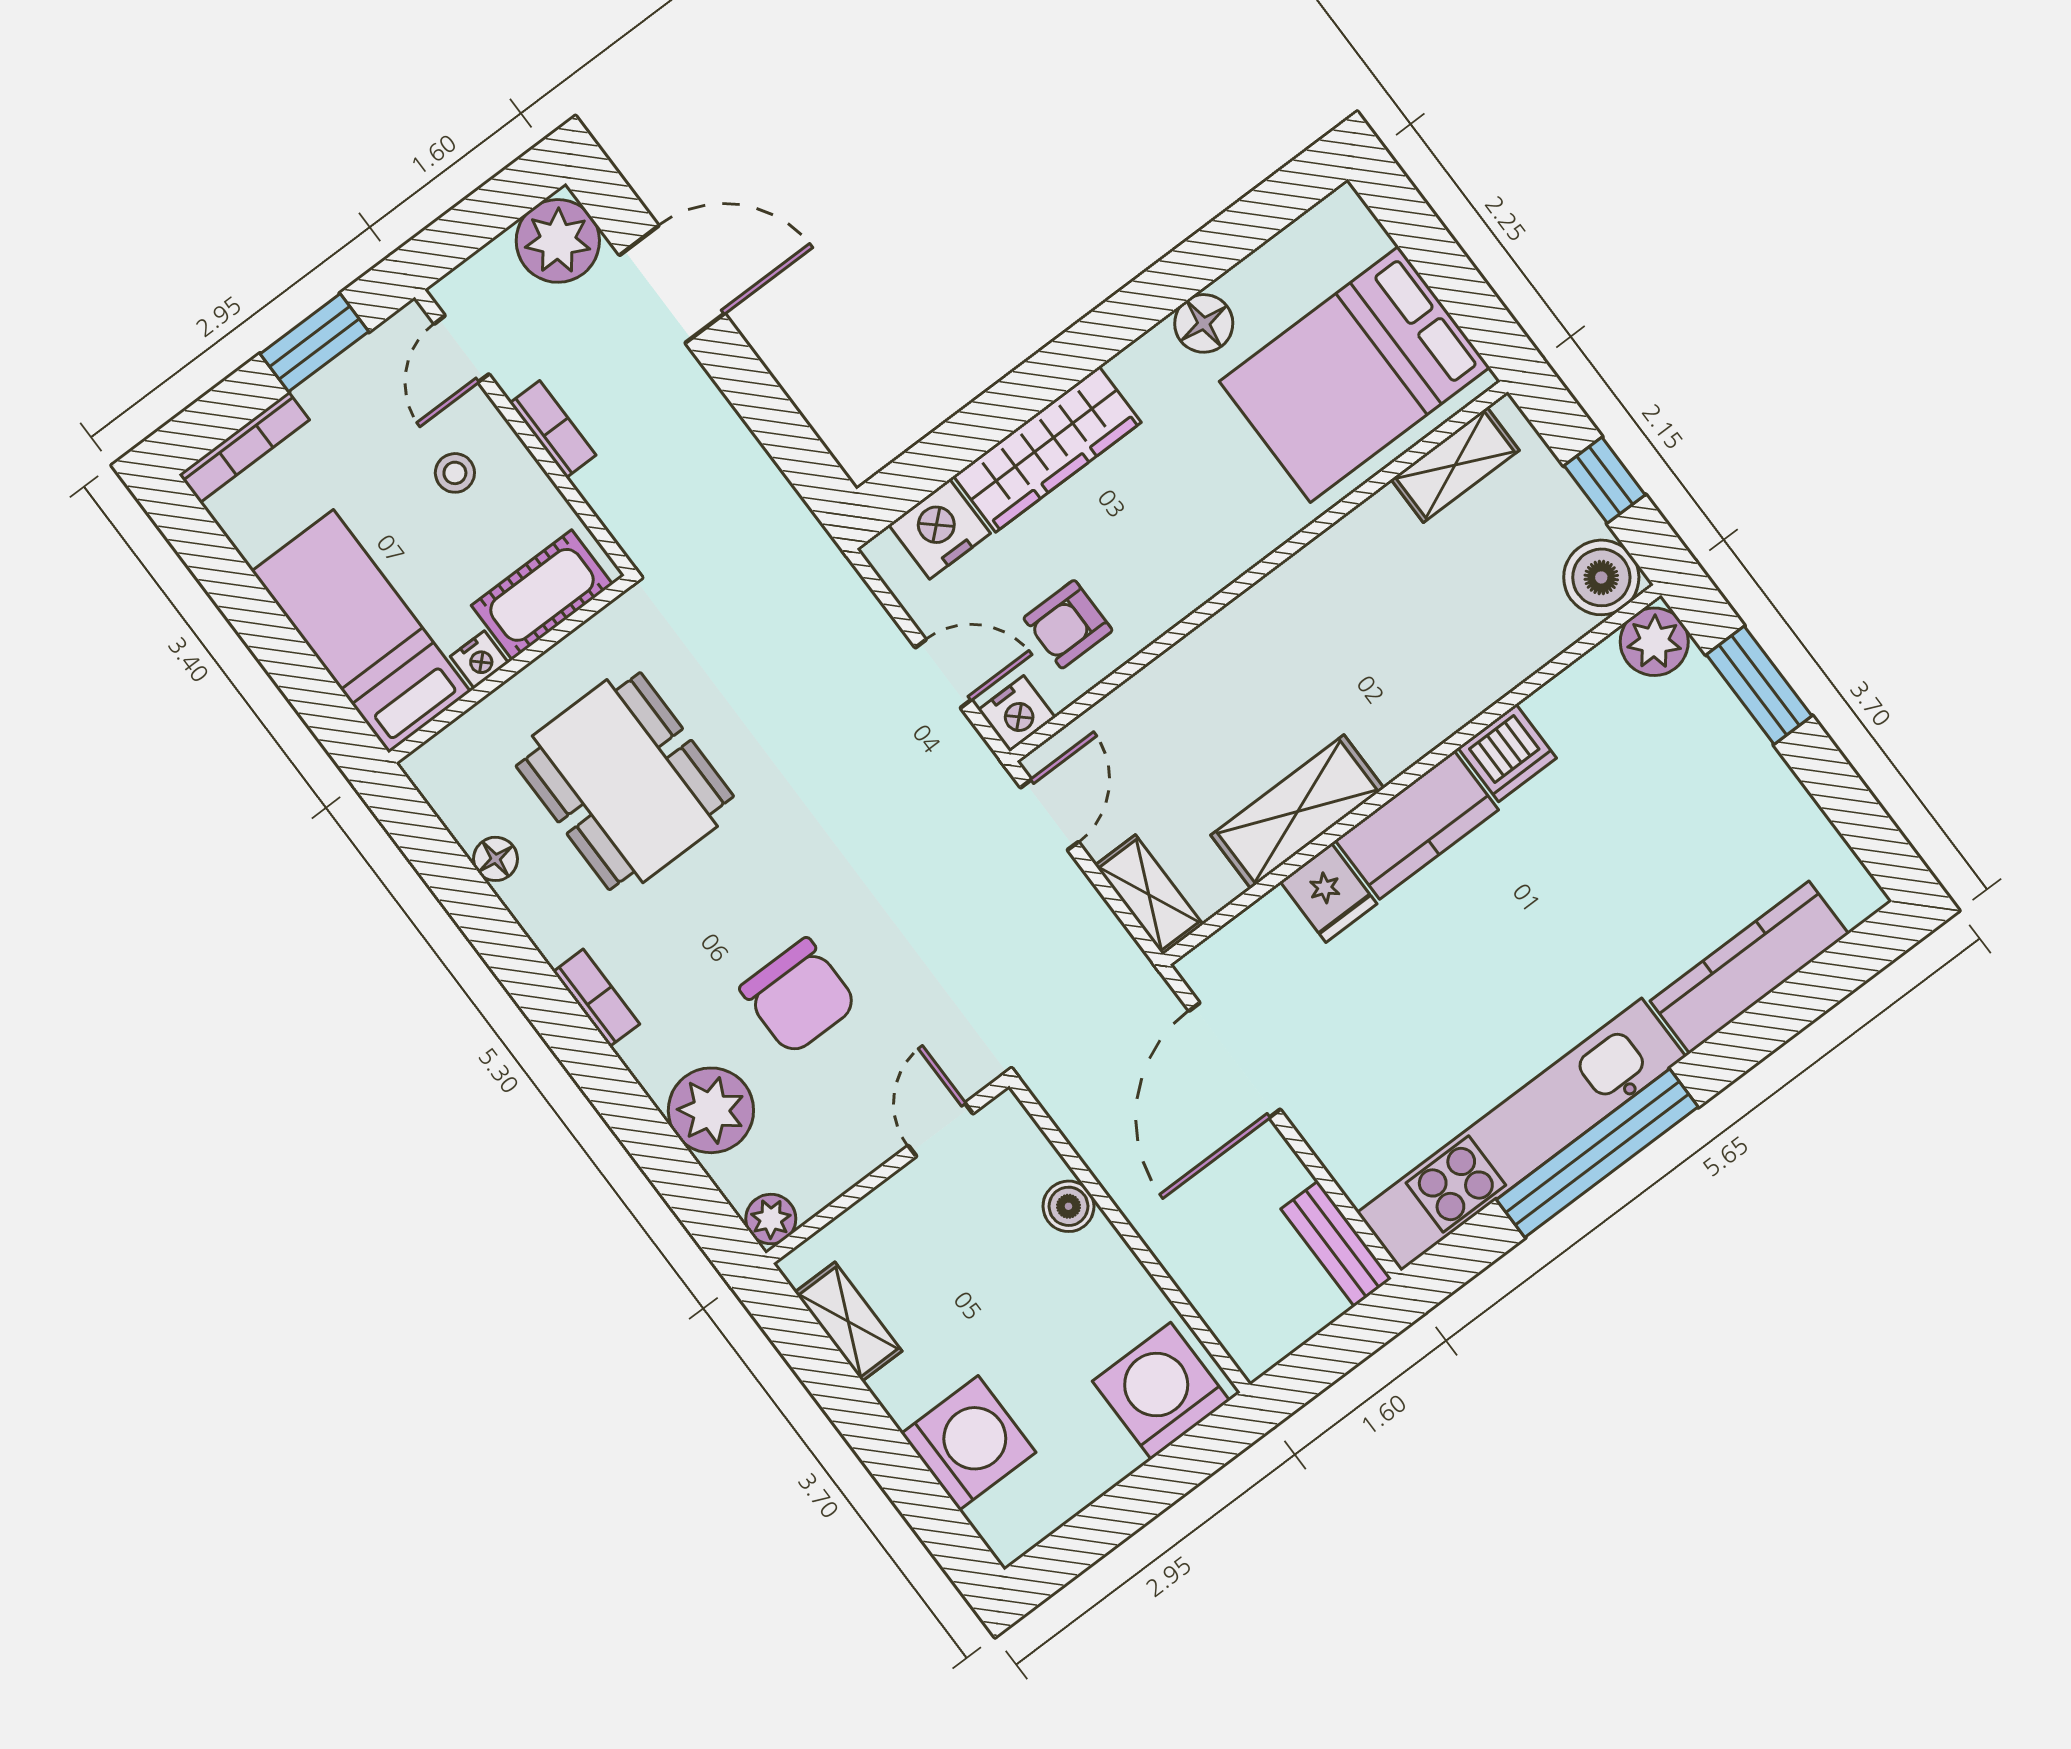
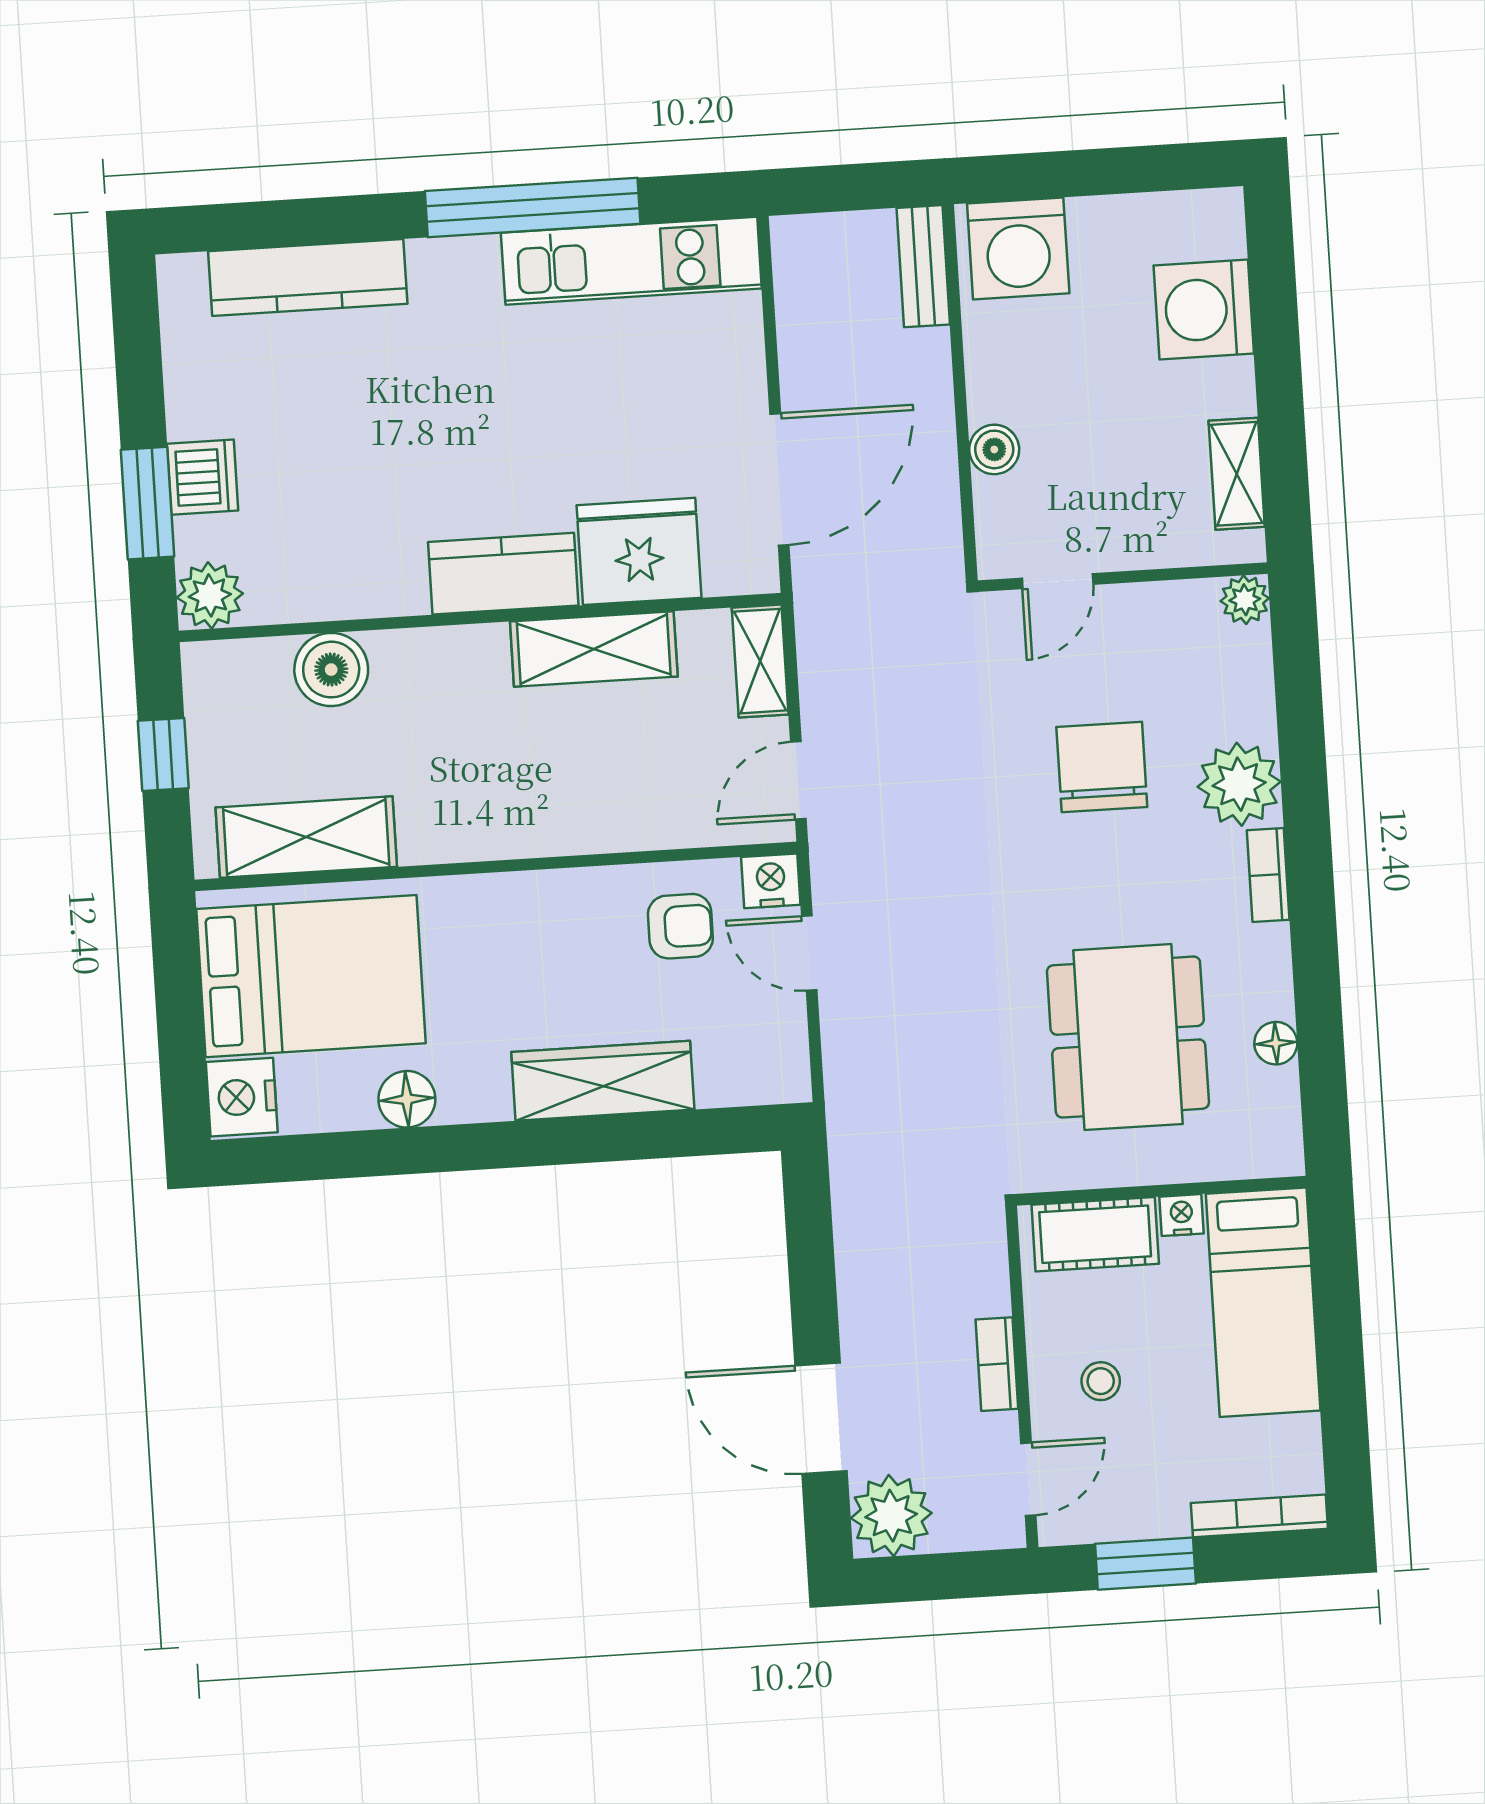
shelving: (1455, 465) -> (306, 837), width x1.50, depth x1.33
nightstand: (940, 529) -> (242, 1097), moved, turned 90
boiler: (1601, 577) -> (331, 670), moved
dishwasher: (1507, 753) -> (203, 477), moved, turned 90
fridge: (1328, 893) -> (639, 551), width x1.88, depth x1.34
plant: (711, 1110) -> (1239, 784), moved
kitchen unit: (1521, 1135) -> (631, 261), width x0.73
bench: (1336, 1244) -> (923, 266), moved

